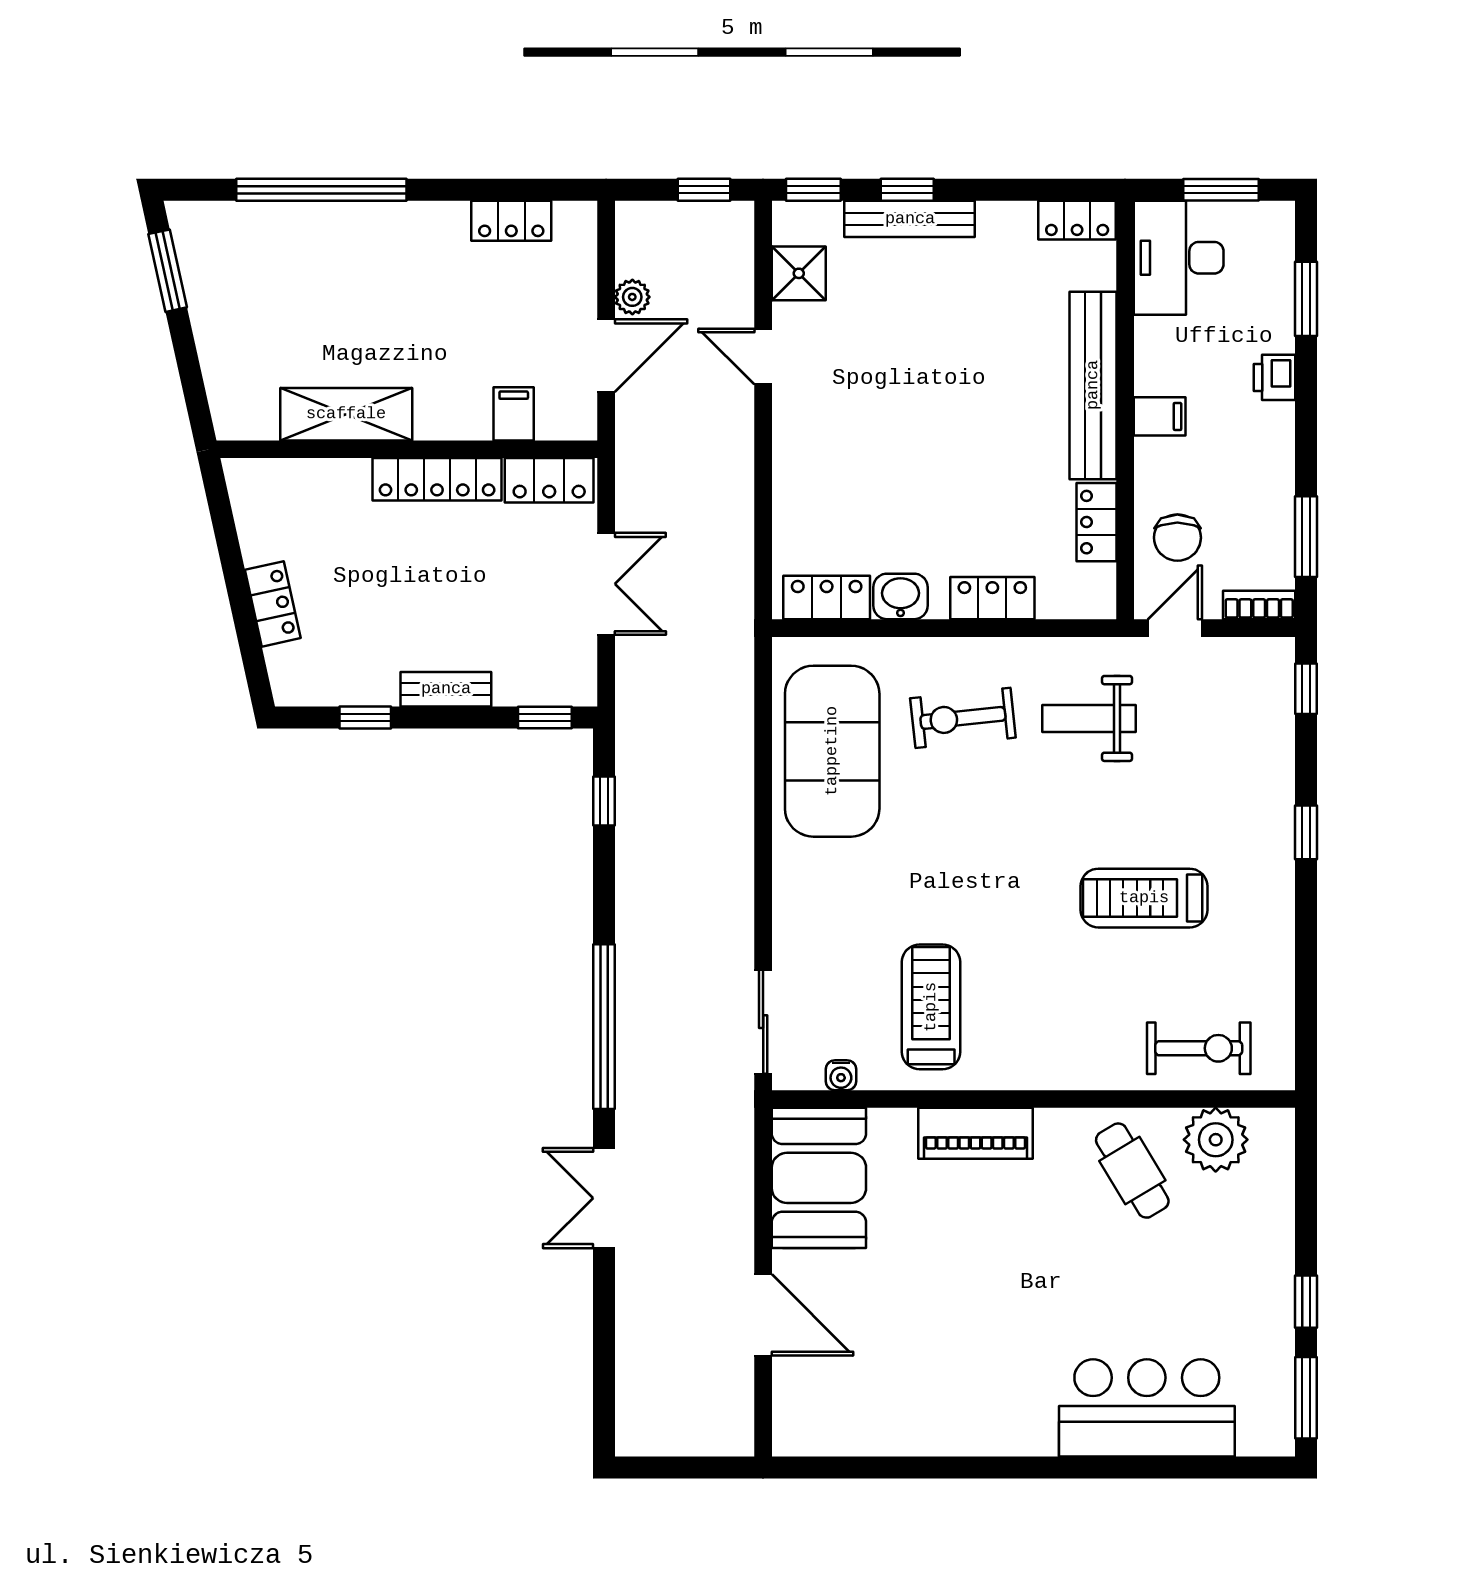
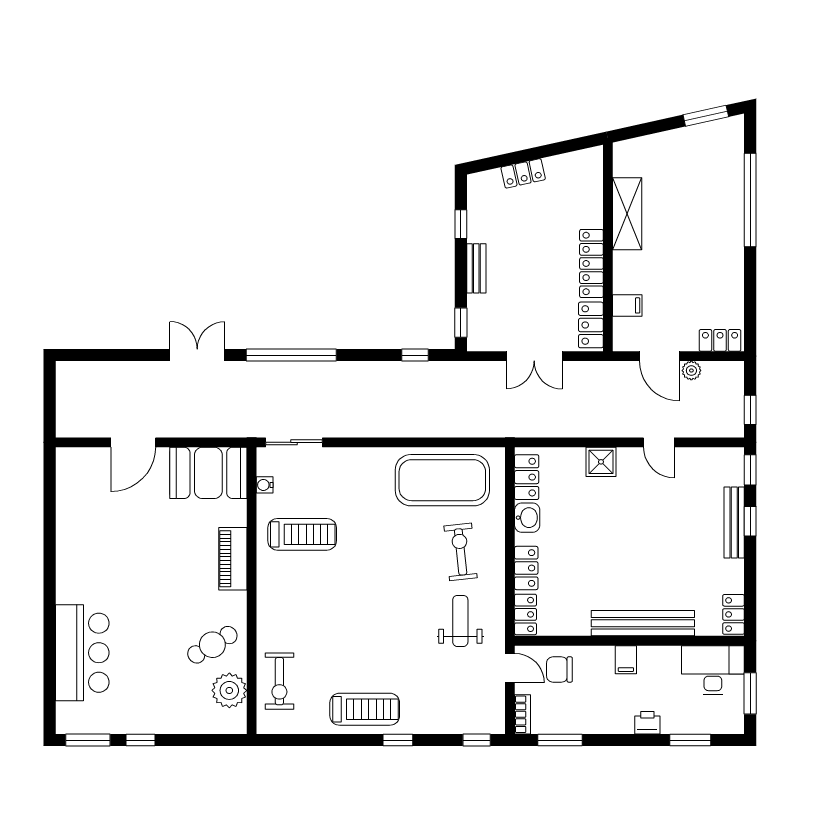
locker: (511, 221) -> (720, 340), moved, turned 90
shower: (799, 273) -> (601, 462), moved
door: (763, 356) -> (659, 442), swing flipped
locker: (1097, 522) -> (526, 614), moved, turned 90
treadmill: (1144, 898) -> (365, 709), moved, turned 90

